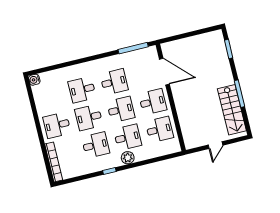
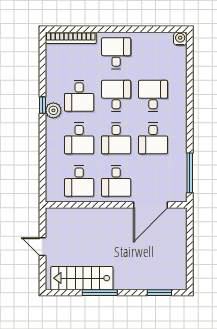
plant: (128, 158) -> (53, 110), moved

